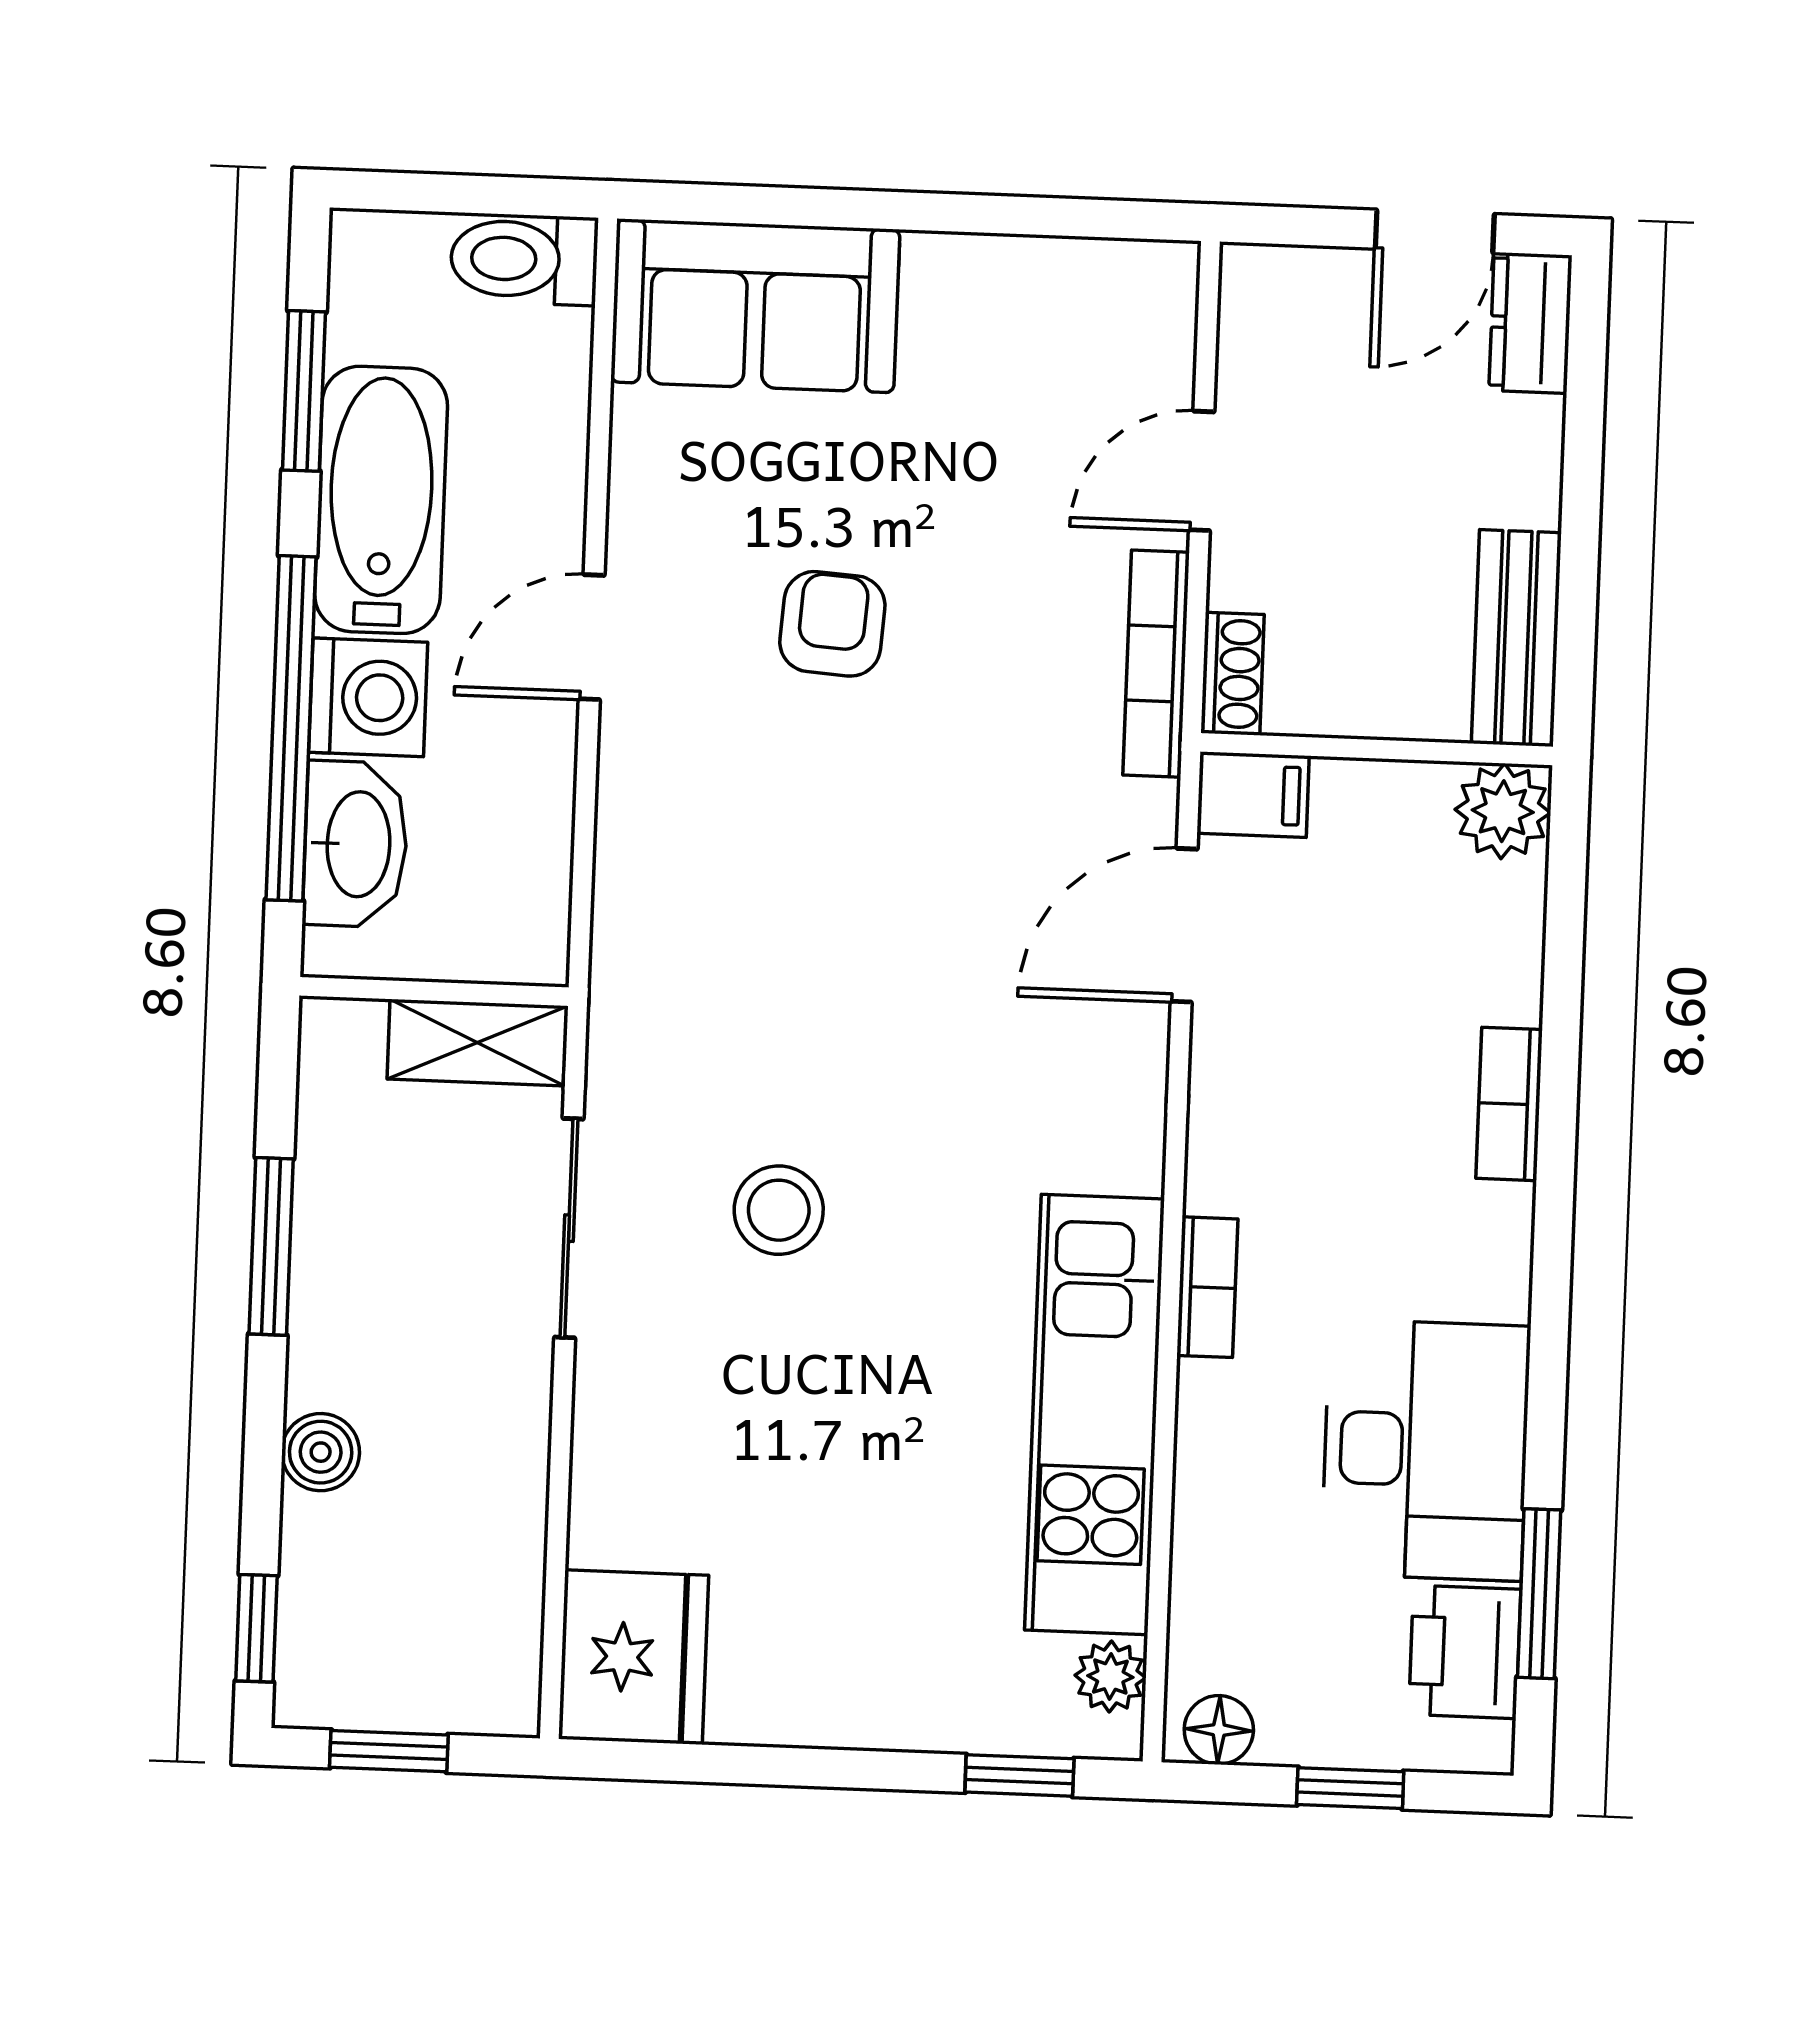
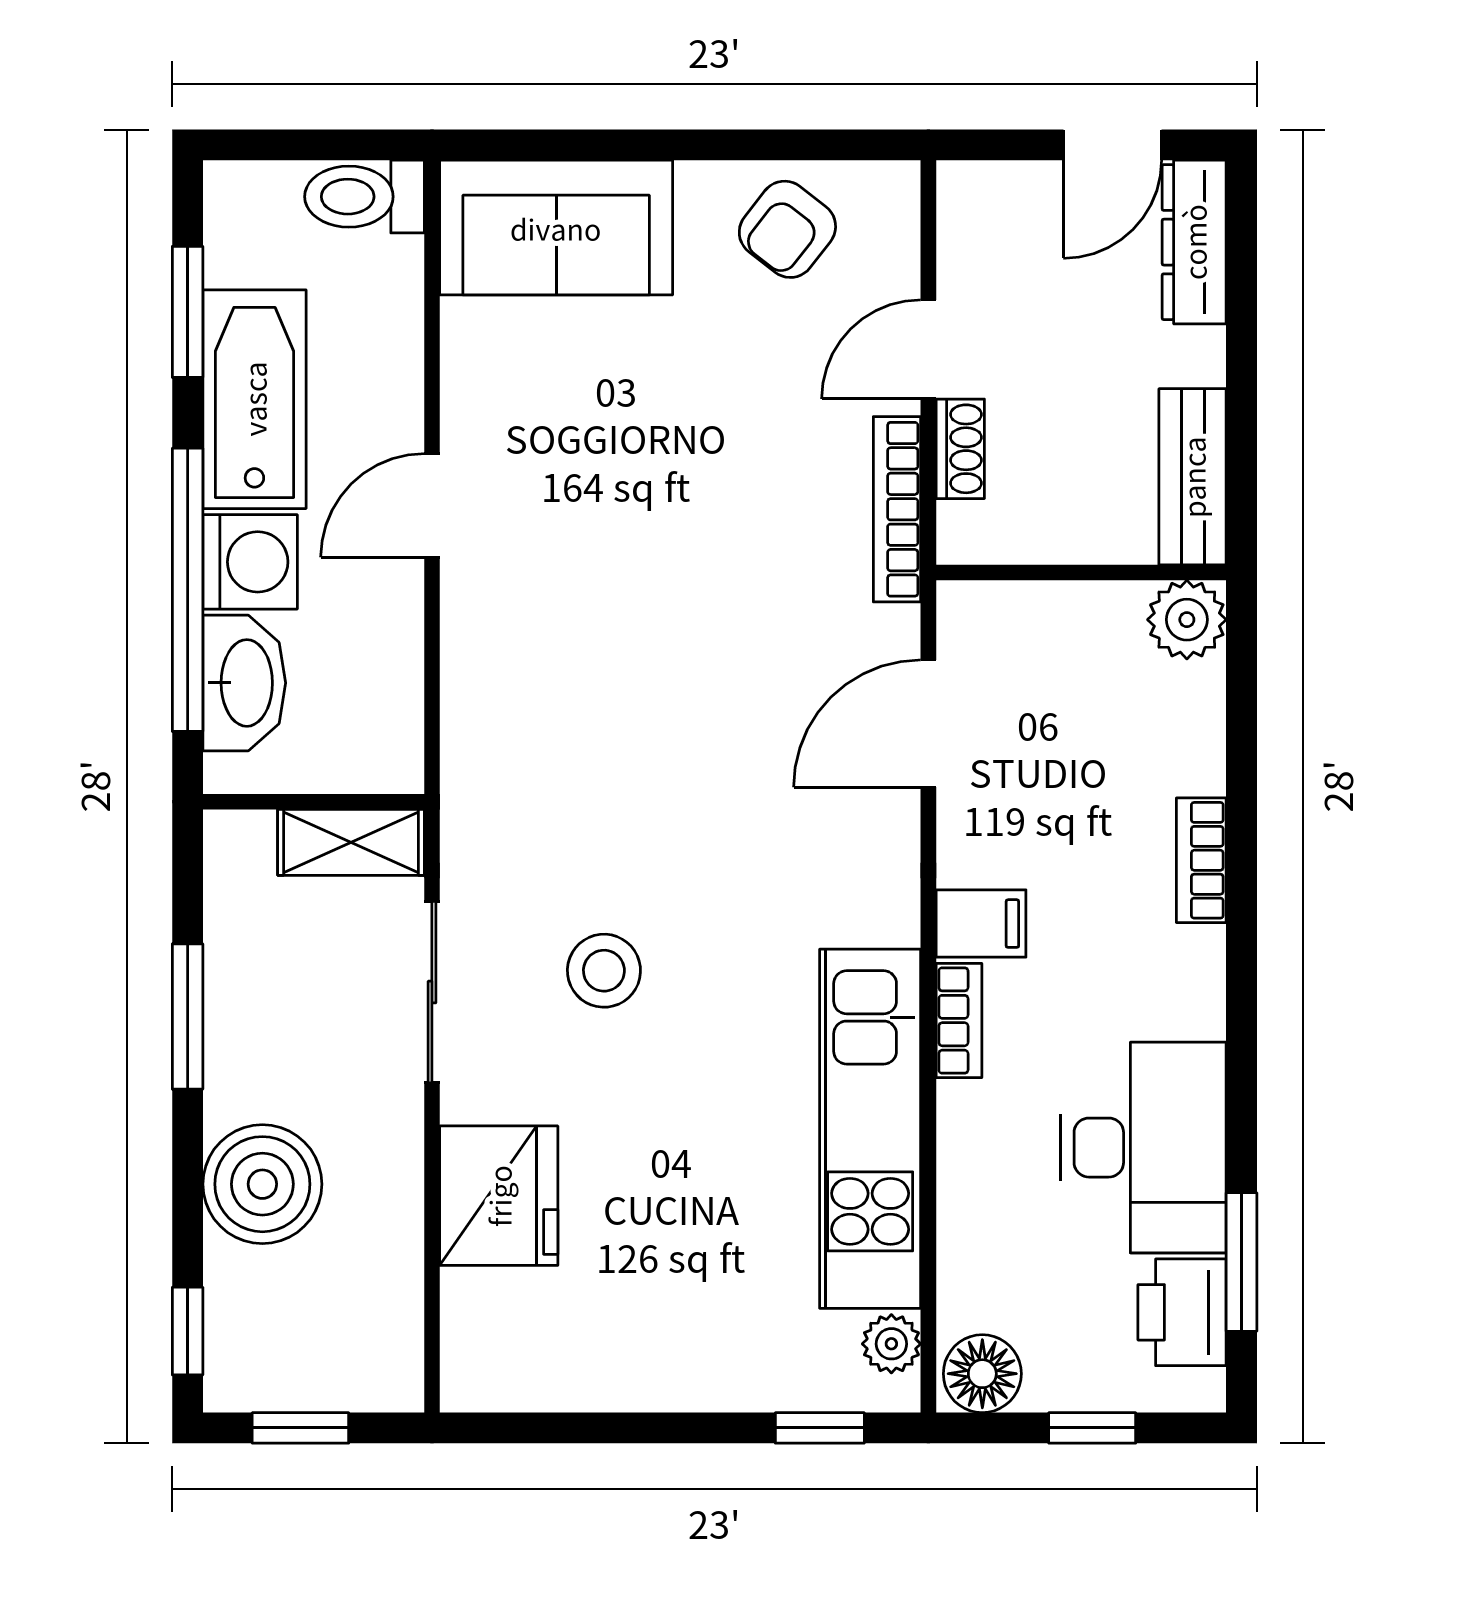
dresser: (1530, 323) -> (1194, 242), width x1.44
armchair: (832, 624) -> (787, 229), moved, turned -146
shoe rack: (1233, 674) -> (960, 449), moved
filing cabinet: (1253, 795) -> (981, 924), moved
boiler: (321, 1452) -> (262, 1184), width x1.86, depth x1.86
fridge: (634, 1657) -> (499, 1196), moved
floor lamp: (1219, 1730) -> (982, 1374), width x1.37, depth x1.37

